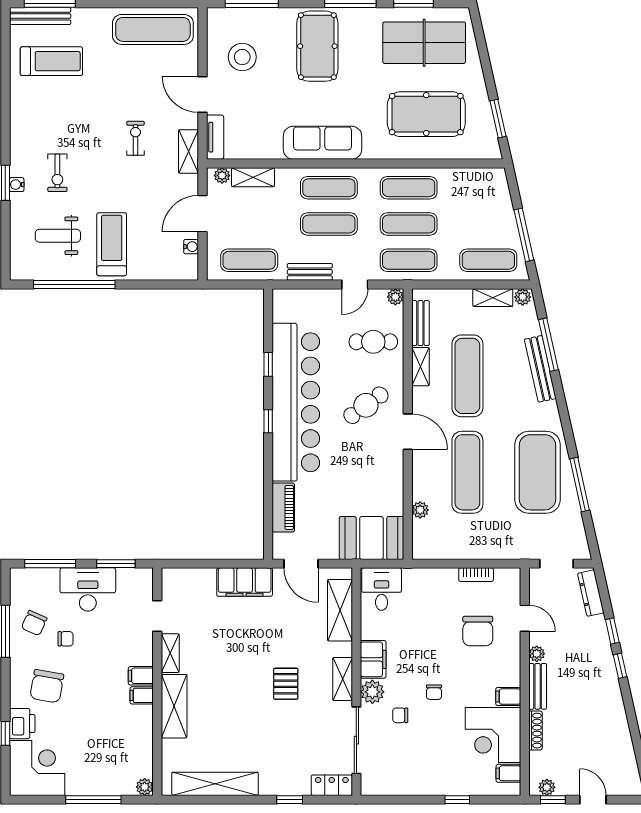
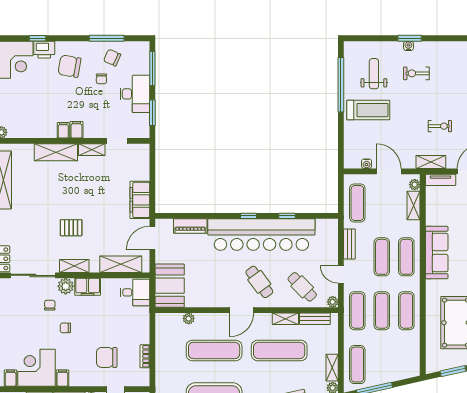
cafe table: (373, 342) -> (302, 287), turned -44

